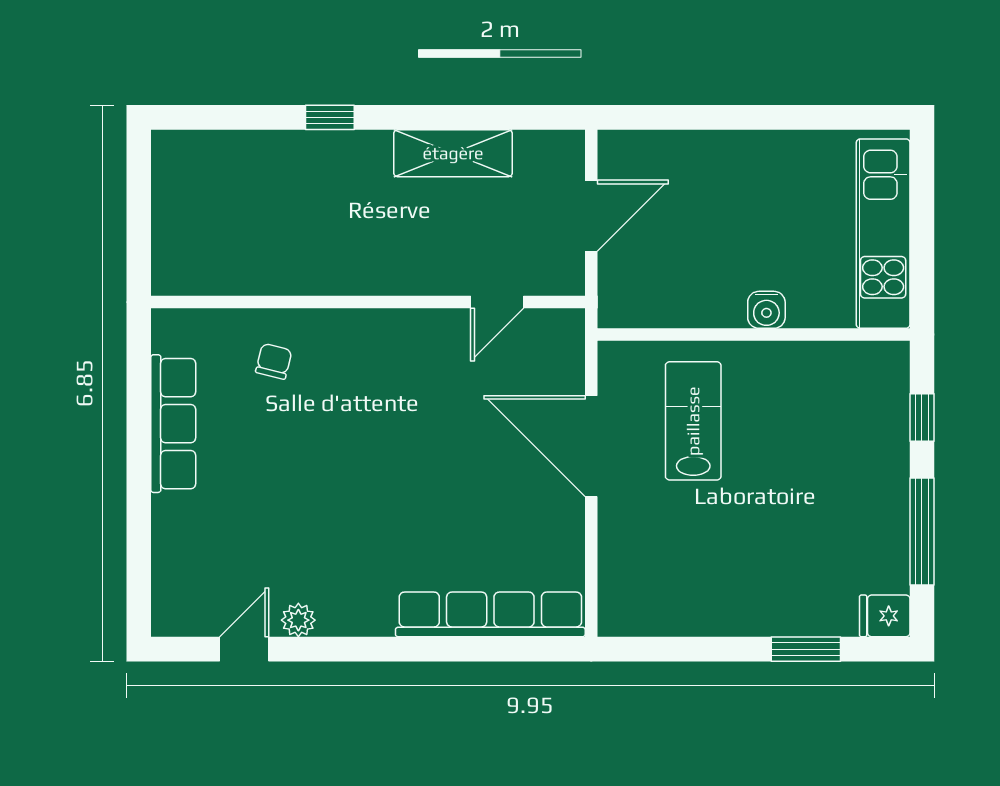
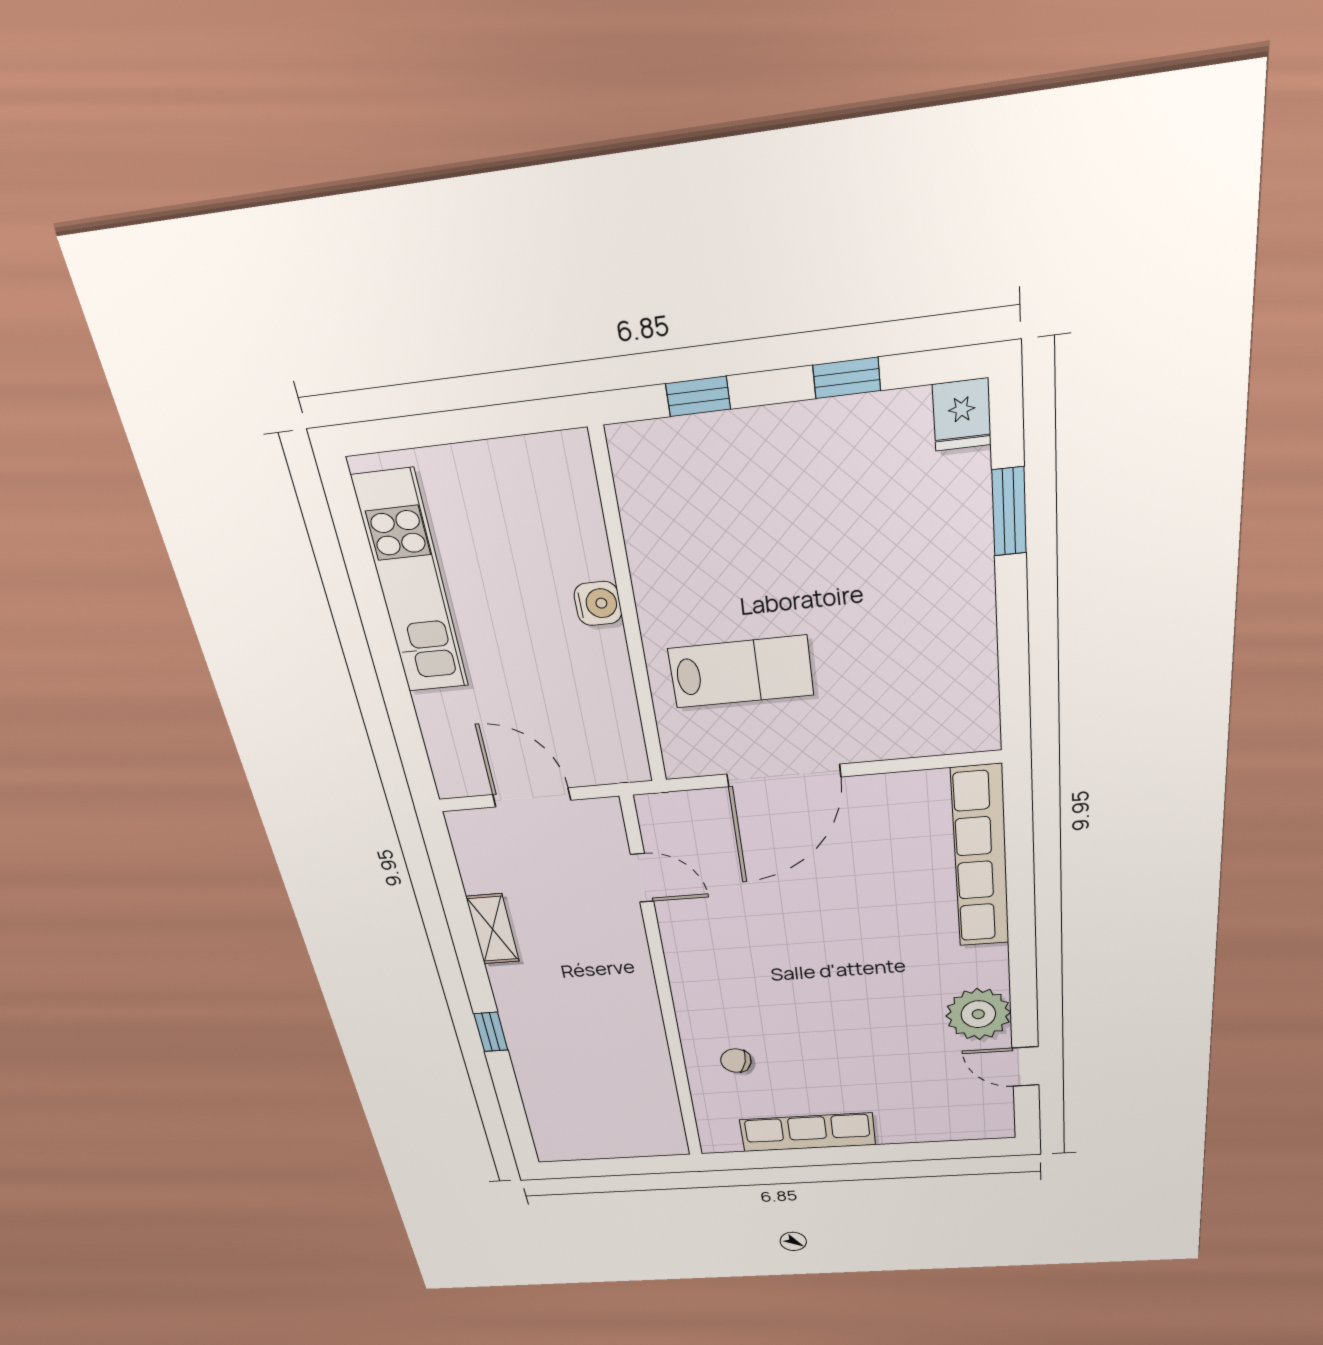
shelving: (453, 153) -> (493, 929), width x0.67, depth x0.75
kitchen unit: (883, 234) -> (411, 584), moved, turned -90
lab bench: (693, 421) -> (741, 672), turned 180
window: (922, 532) -> (847, 378), width x0.46
plant: (298, 620) -> (978, 1014), width x1.88, depth x1.88

